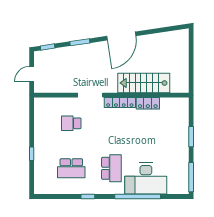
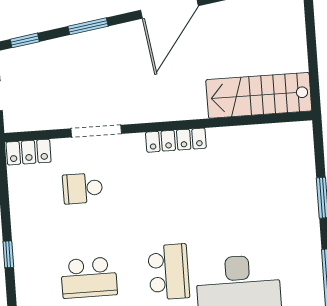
stairs: (144, 83) -> (259, 95), moved
doorway: (90, 95) -> (96, 131), moved
locker: (148, 103) -> (29, 152), moved

